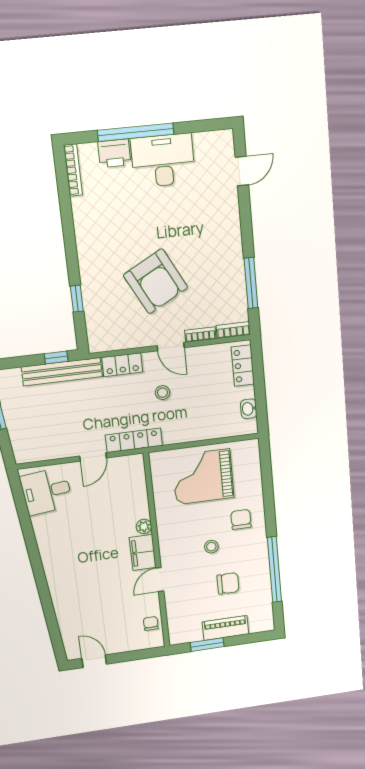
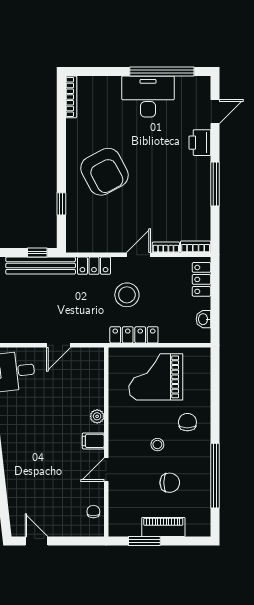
window: (136, 132) -> (162, 72), moved
printer: (114, 153) -> (200, 143), moved, turned 90
armchair: (156, 281) -> (105, 172), moved
window: (251, 283) -> (215, 184), moved
door: (171, 347) -> (138, 255), swing flipped
stool: (162, 393) -> (127, 295), width x1.89, depth x1.89
locker: (134, 440) -> (134, 335), moved
filing cabinet: (143, 552) -> (93, 441), width x0.50

